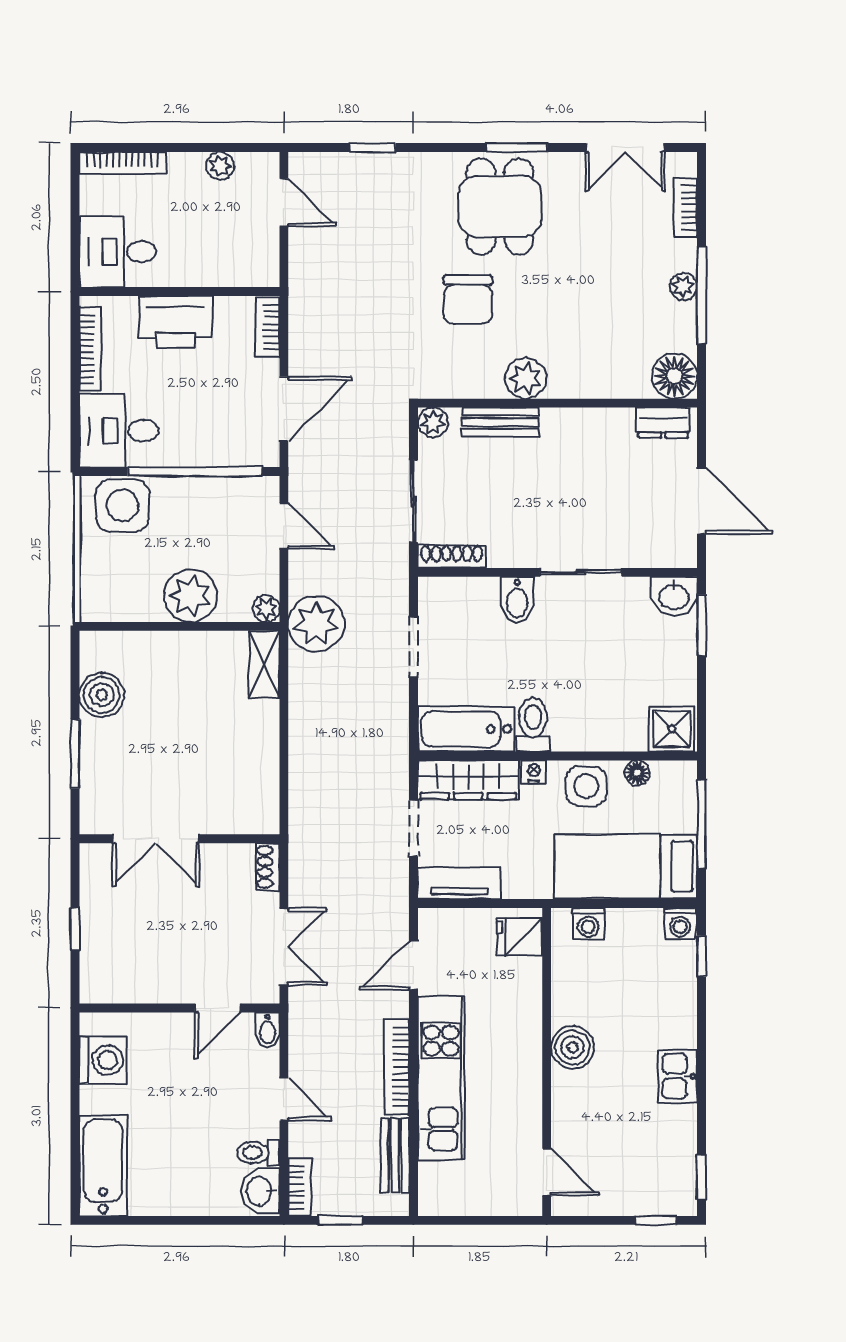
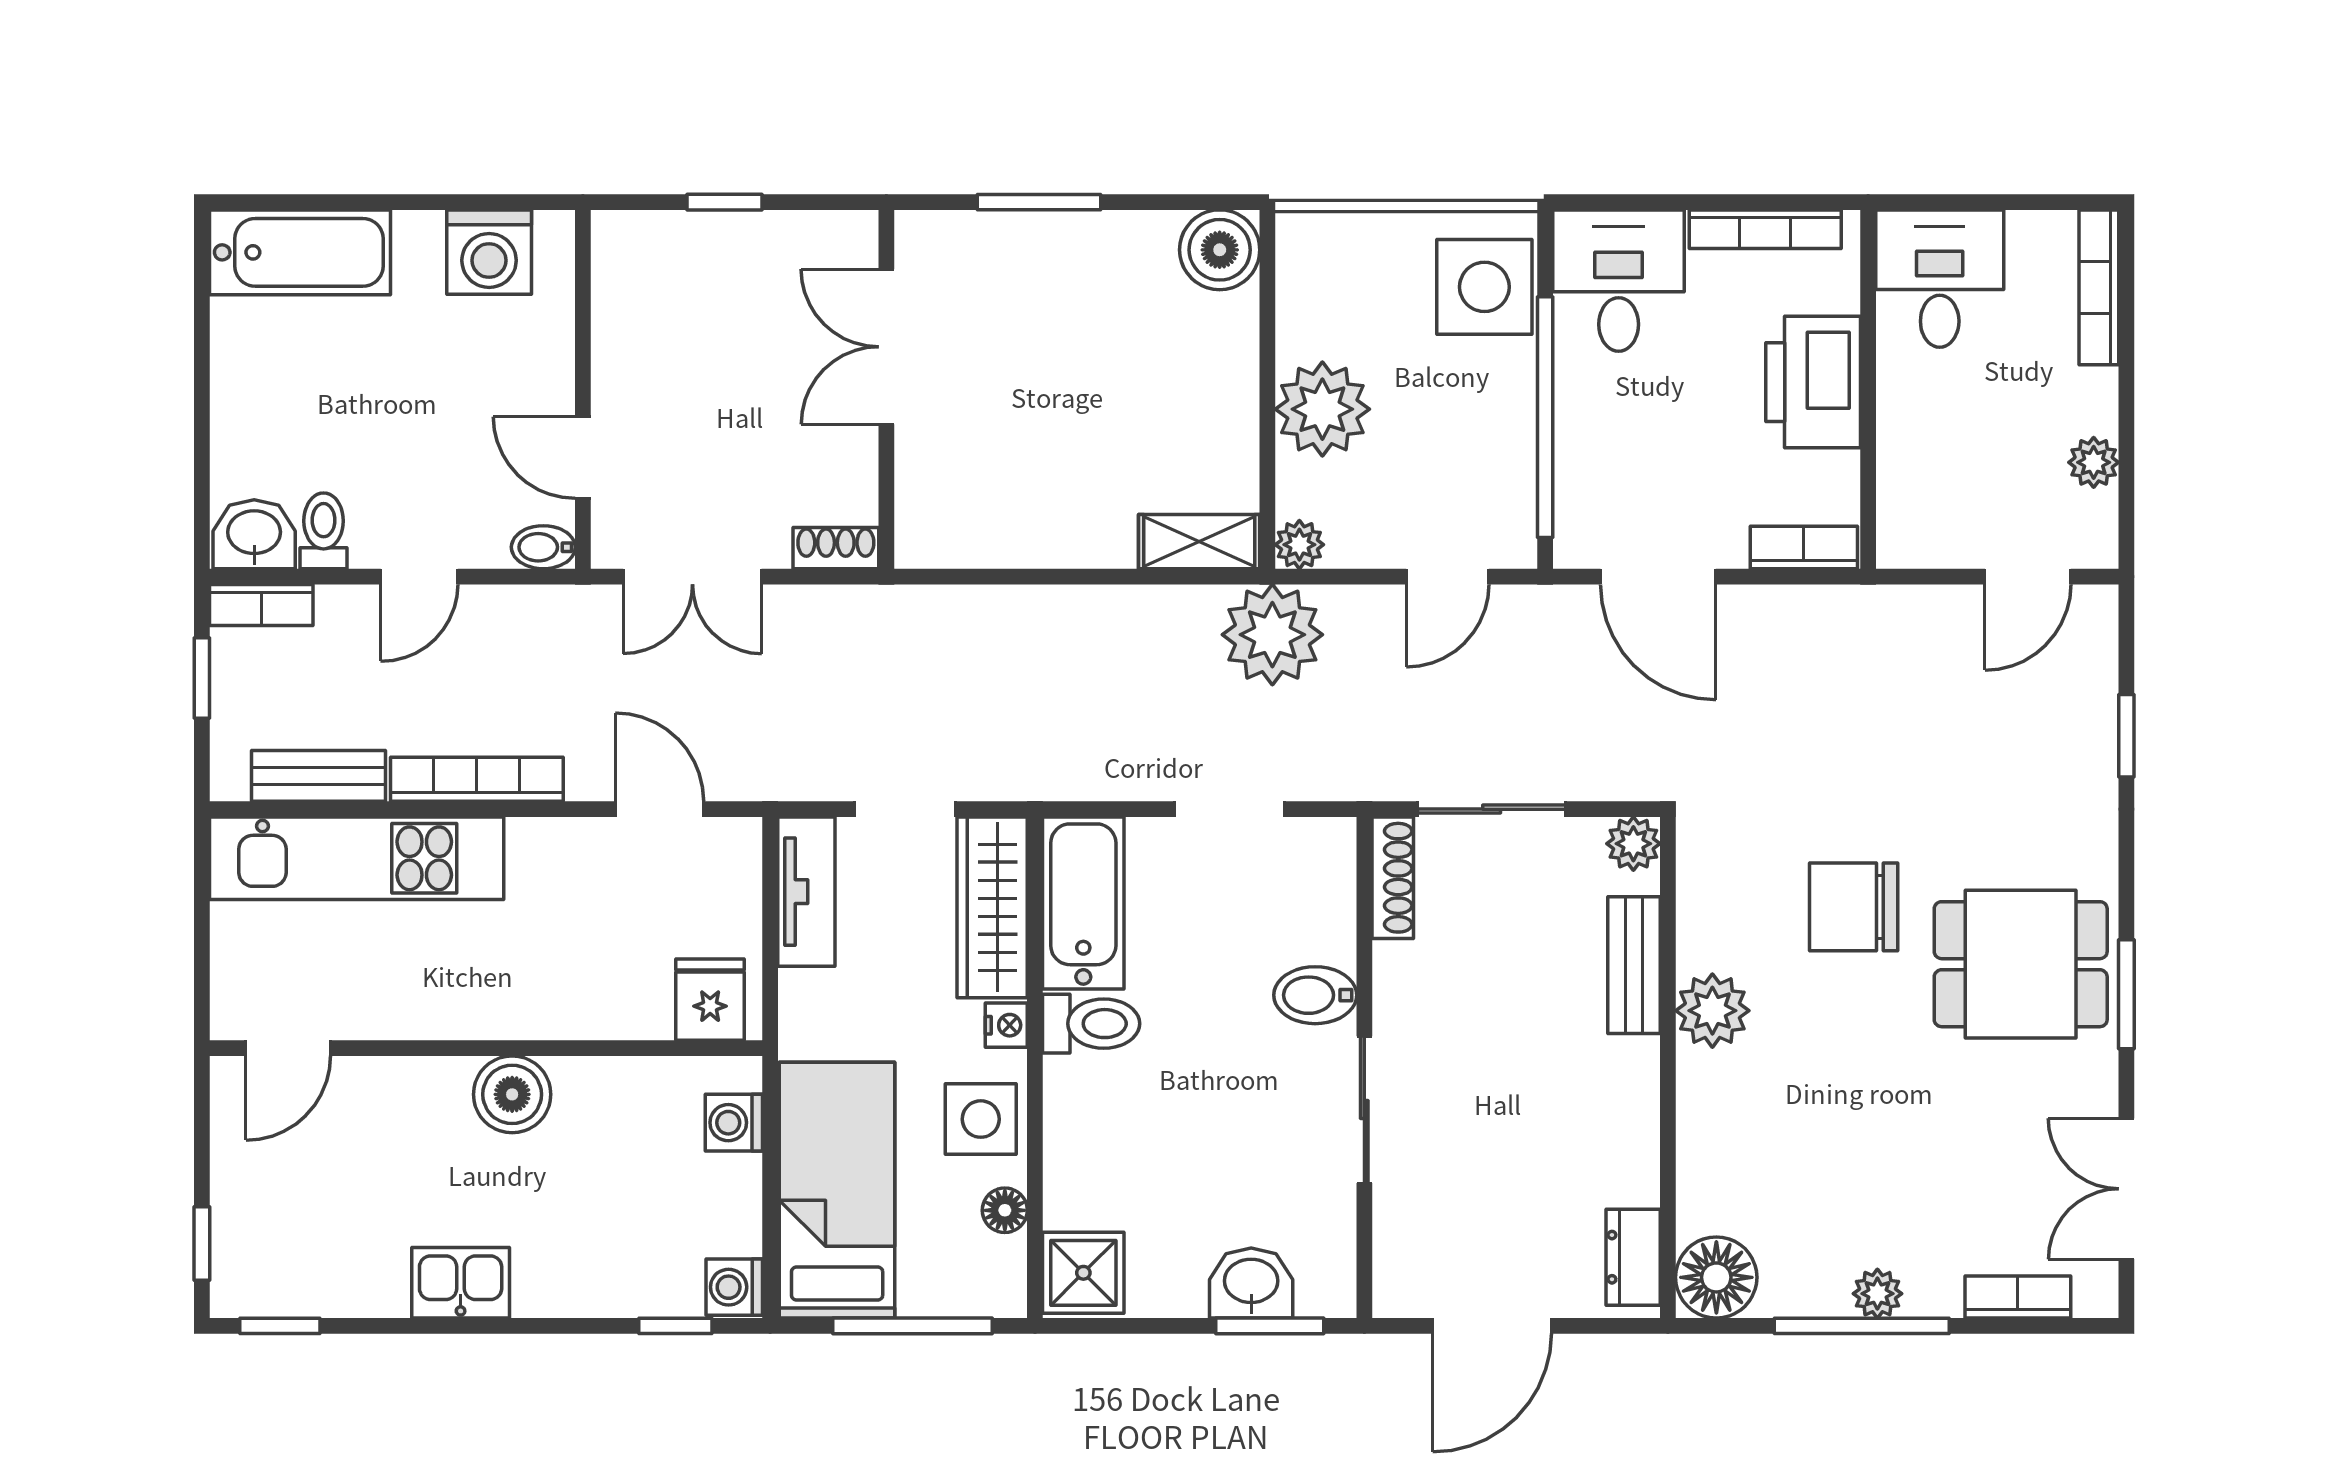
washbasin: (674, 596) -> (1251, 1283), moved, turned 90
boiler: (102, 695) -> (1220, 250), moved
kitchen unit: (441, 1078) -> (357, 858), moved

